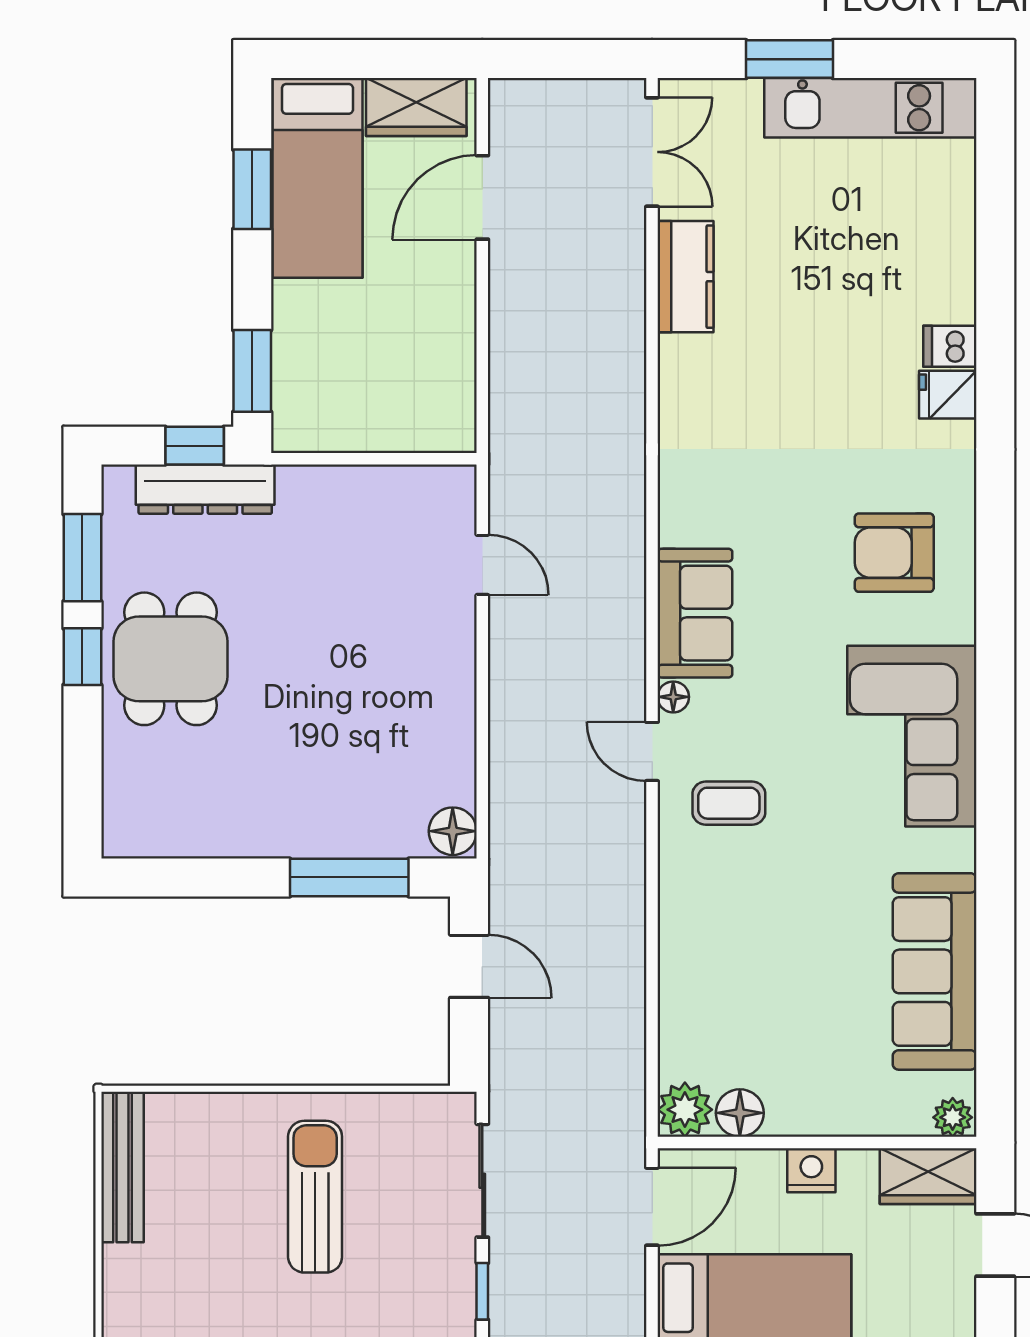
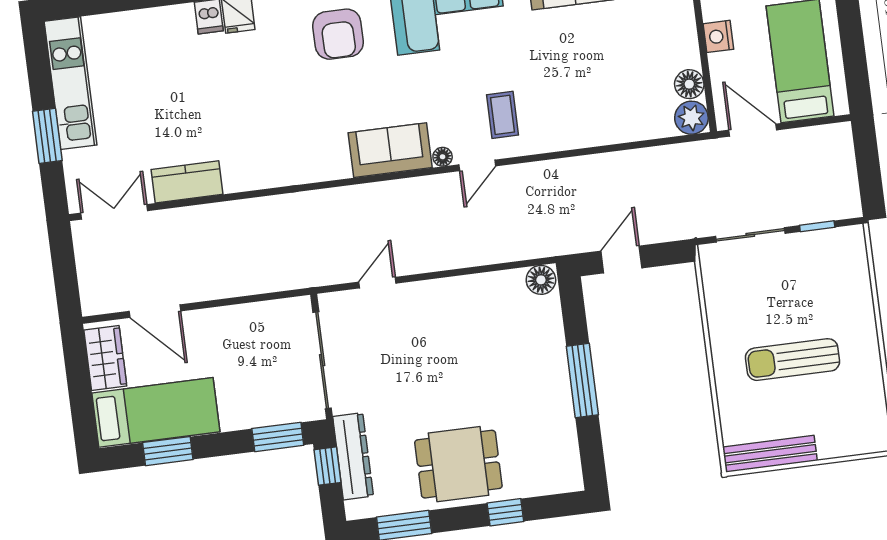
sliding door: (368, 459) -> (322, 360), added
window: (82, 657) -> (505, 512), moved
window: (349, 877) -> (582, 381), moved
sun lounger: (315, 1197) -> (792, 360), moved

